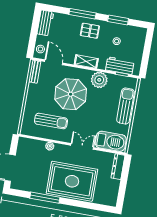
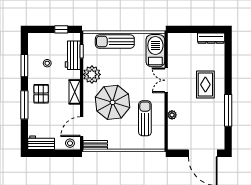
window: (145, 59) -> (61, 29), added
dresser: (118, 167) -> (211, 38), moved
rug: (72, 181) -> (205, 85), width x0.54, depth x0.49

